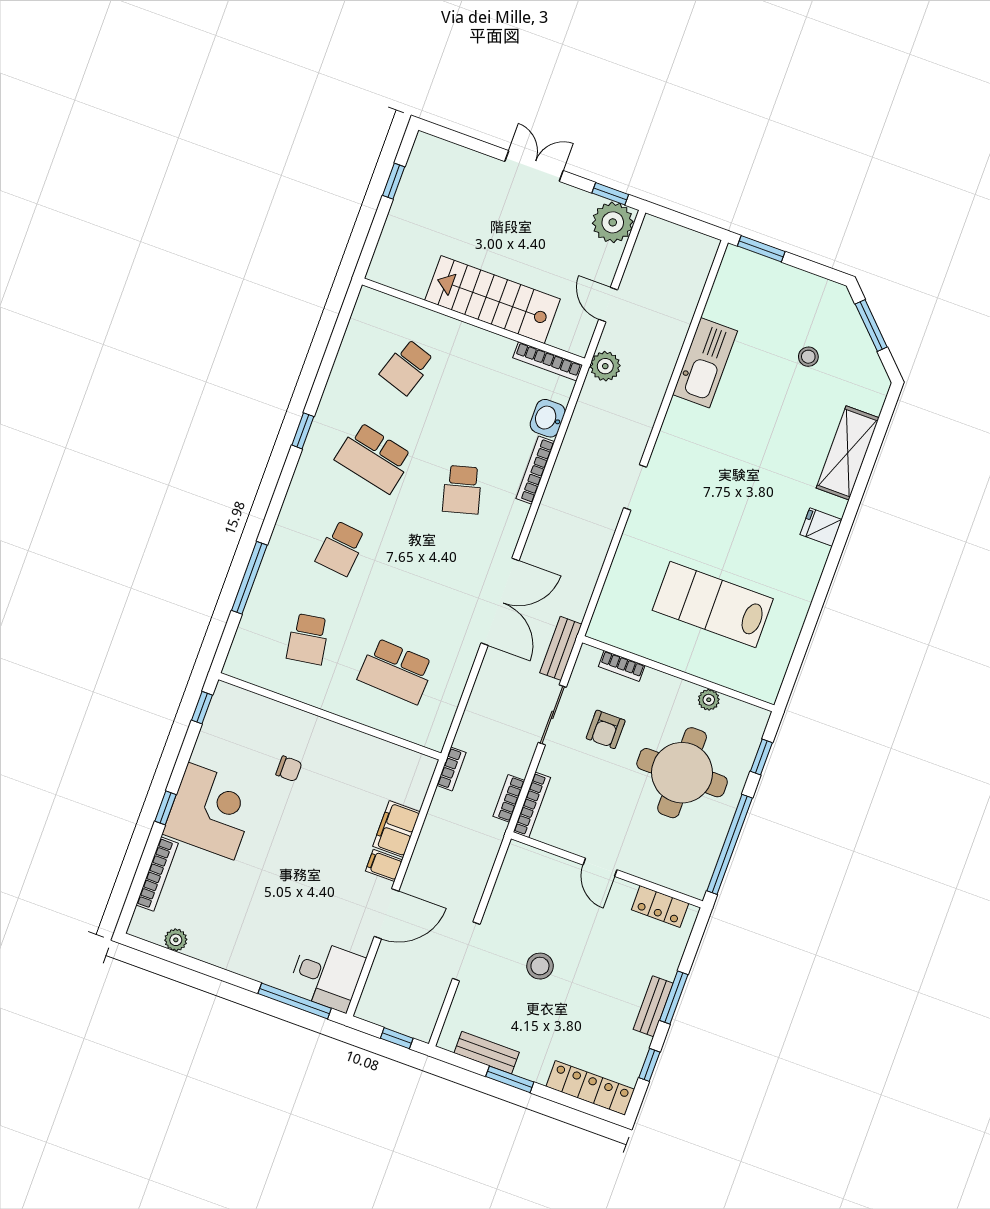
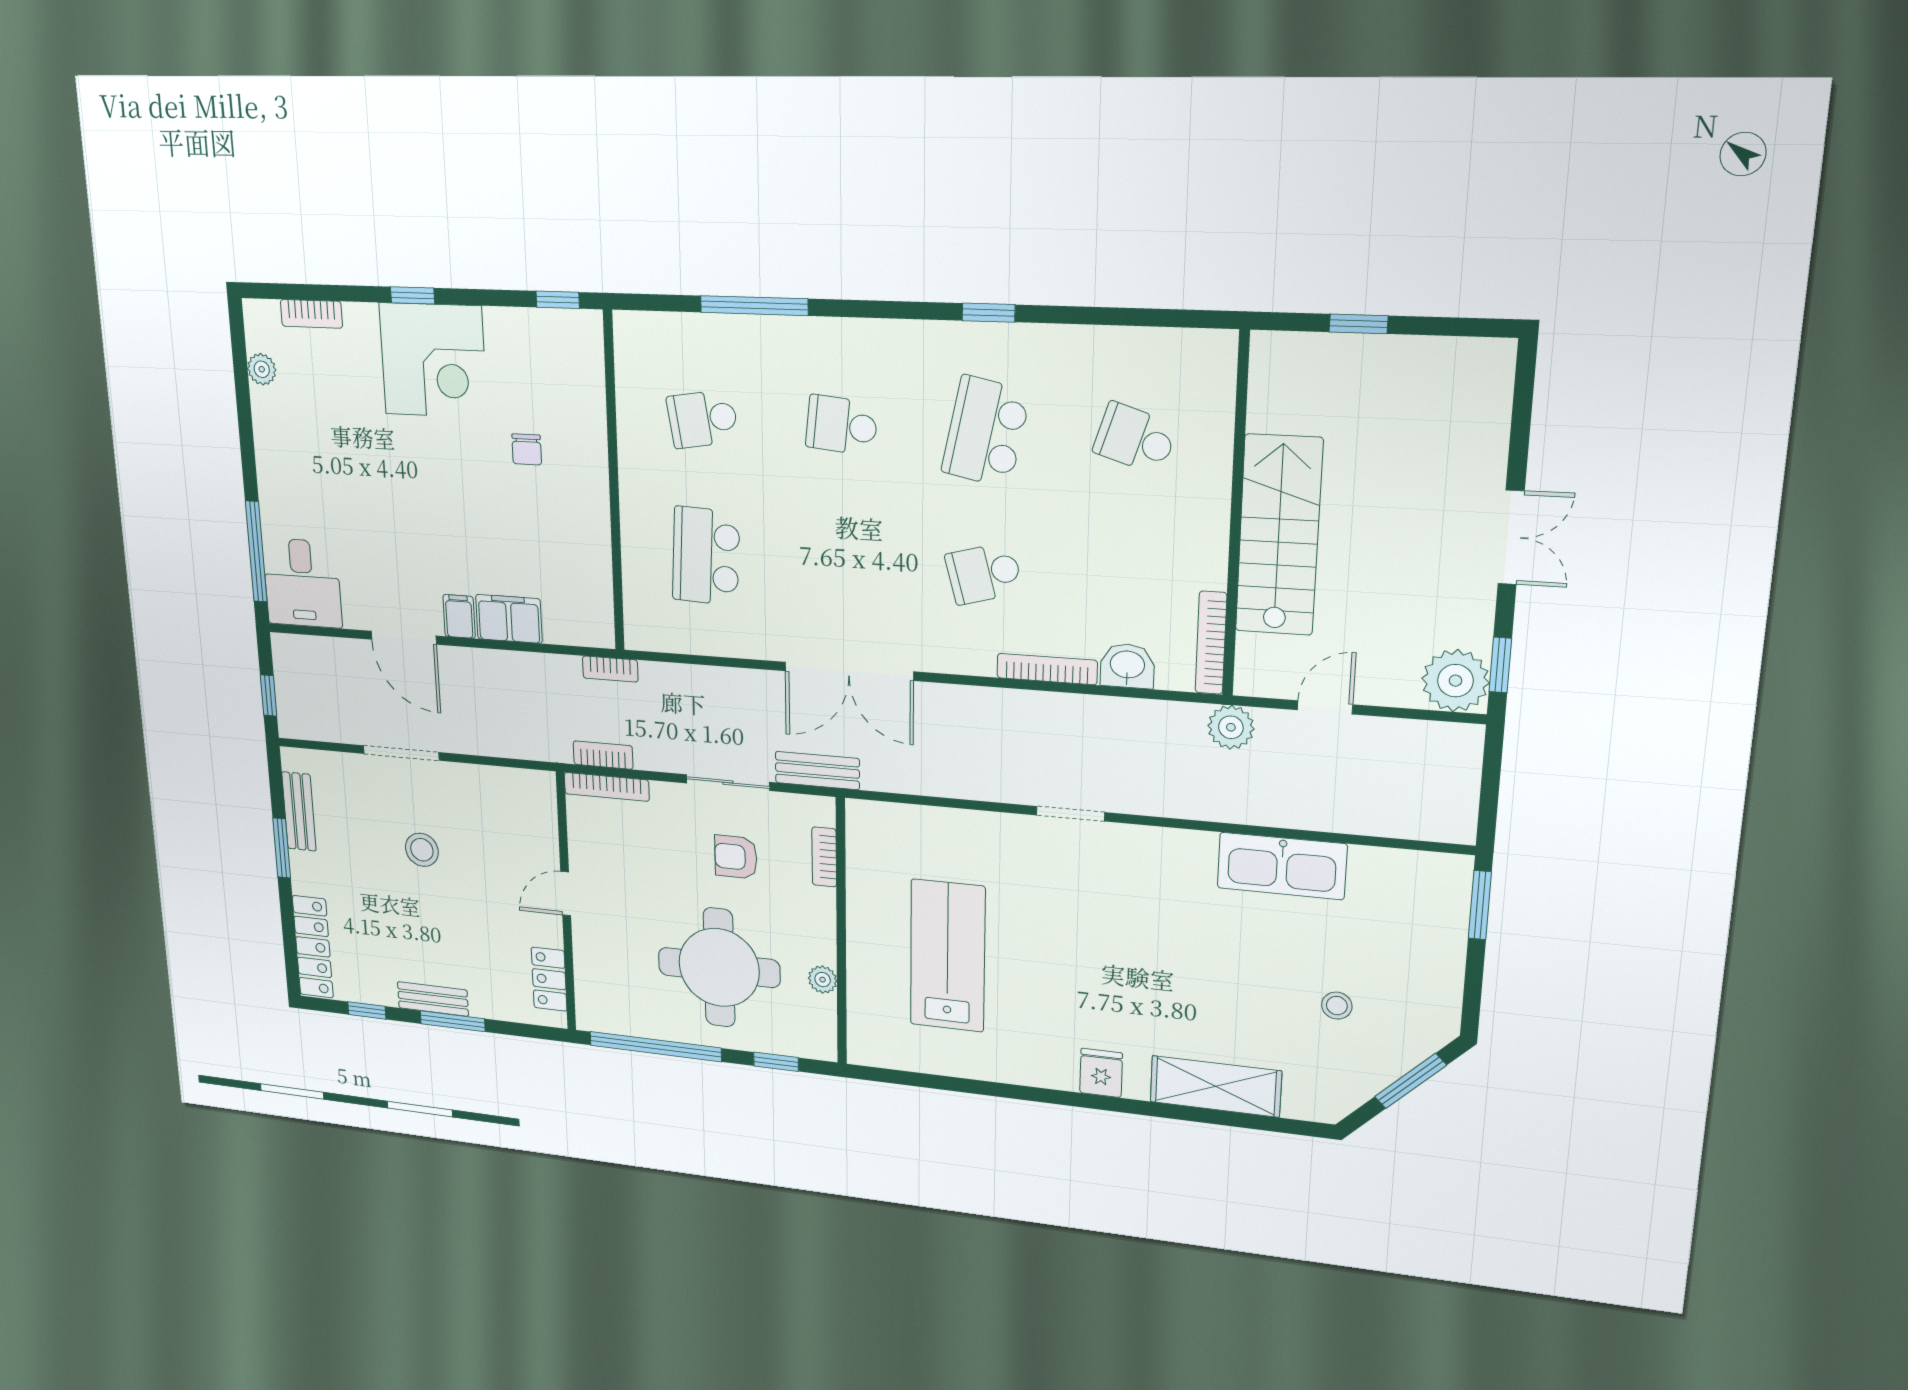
window: (394, 181) -> (1359, 324), moved
bookcase: (157, 874) -> (311, 314), width x0.64

